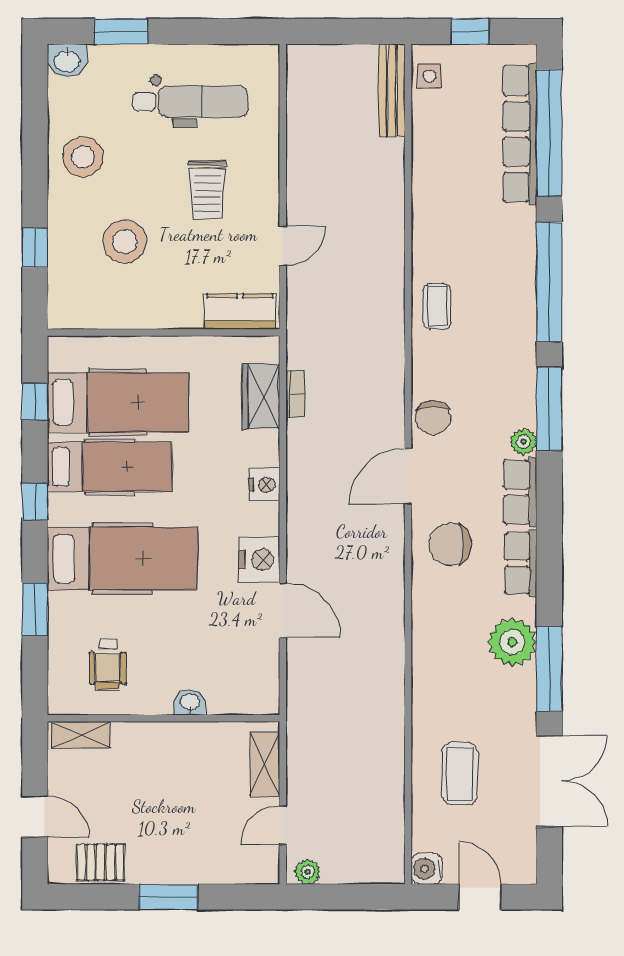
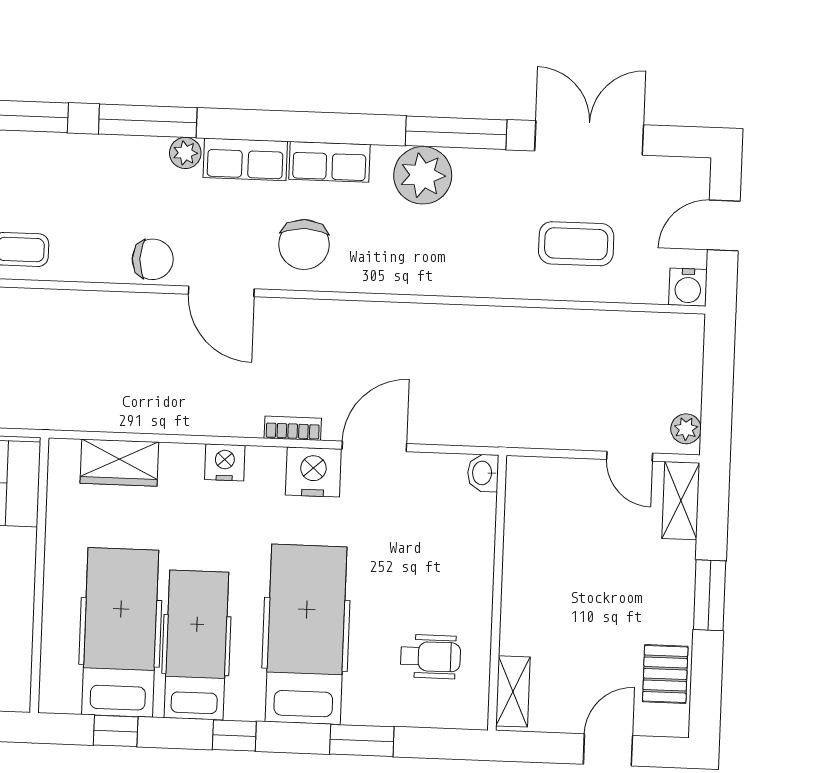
bookcase: (295, 394) -> (293, 428), moved
washbasin: (190, 702) -> (483, 473), moved
shelving: (265, 764) -> (681, 501), moved, turned 90

